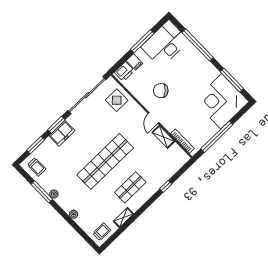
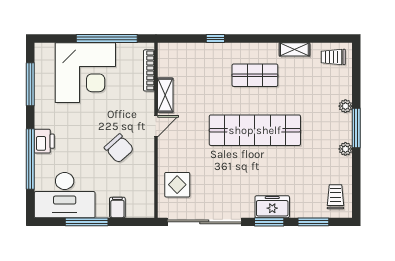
printer: (124, 72) -> (44, 141), moved, turned 90
corner desk: (221, 101) -> (85, 73), moved
window: (42, 192) -> (356, 128), moved

